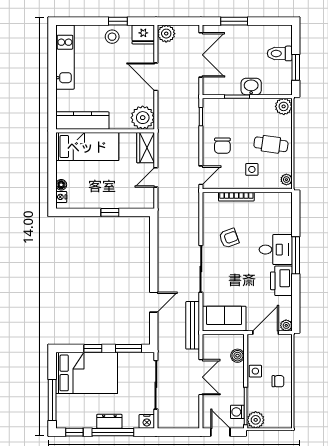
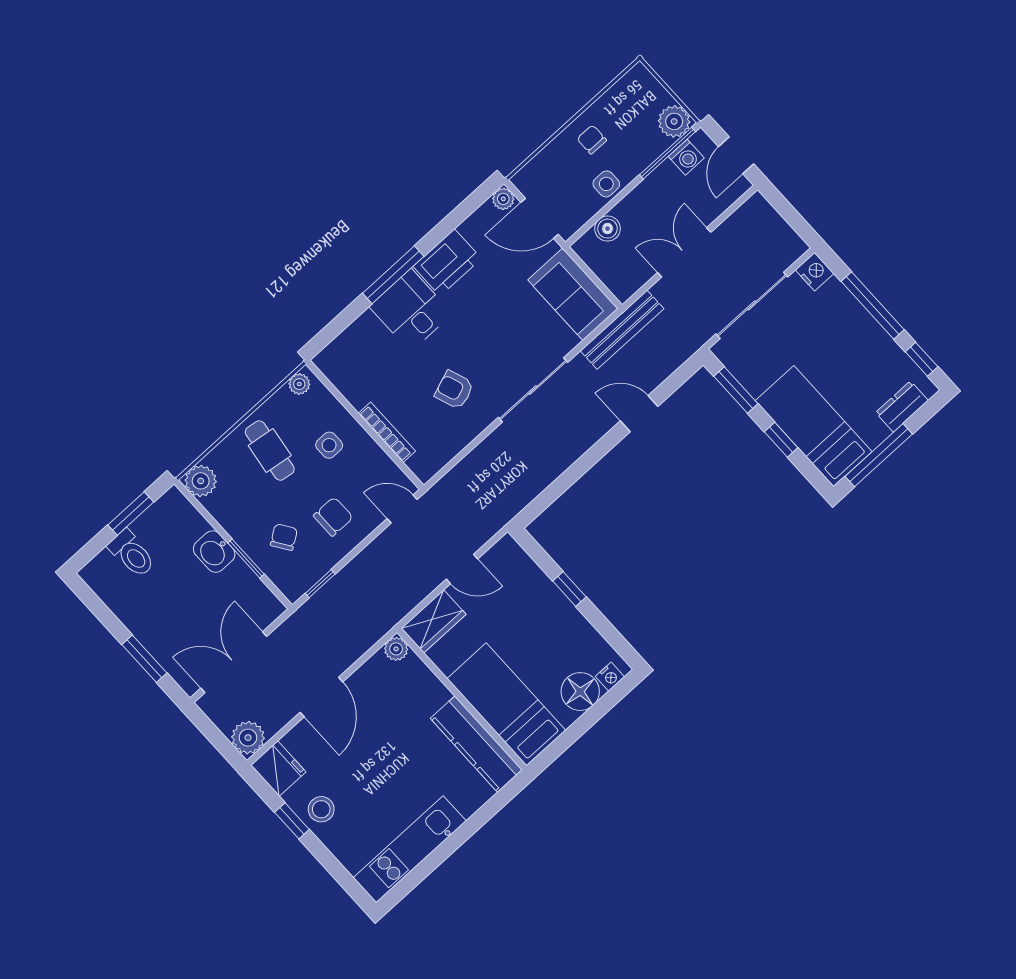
plant: (143, 118) -> (396, 649), width x0.53, depth x0.53
chair: (232, 119) -> (284, 537), added
floor lamp: (61, 185) -> (580, 692), width x1.89, depth x1.89
bed: (87, 373) -> (814, 426), width x0.67
window: (52, 400) -> (879, 455), moved
dresser: (109, 421) -> (902, 407), moved, turned 90

